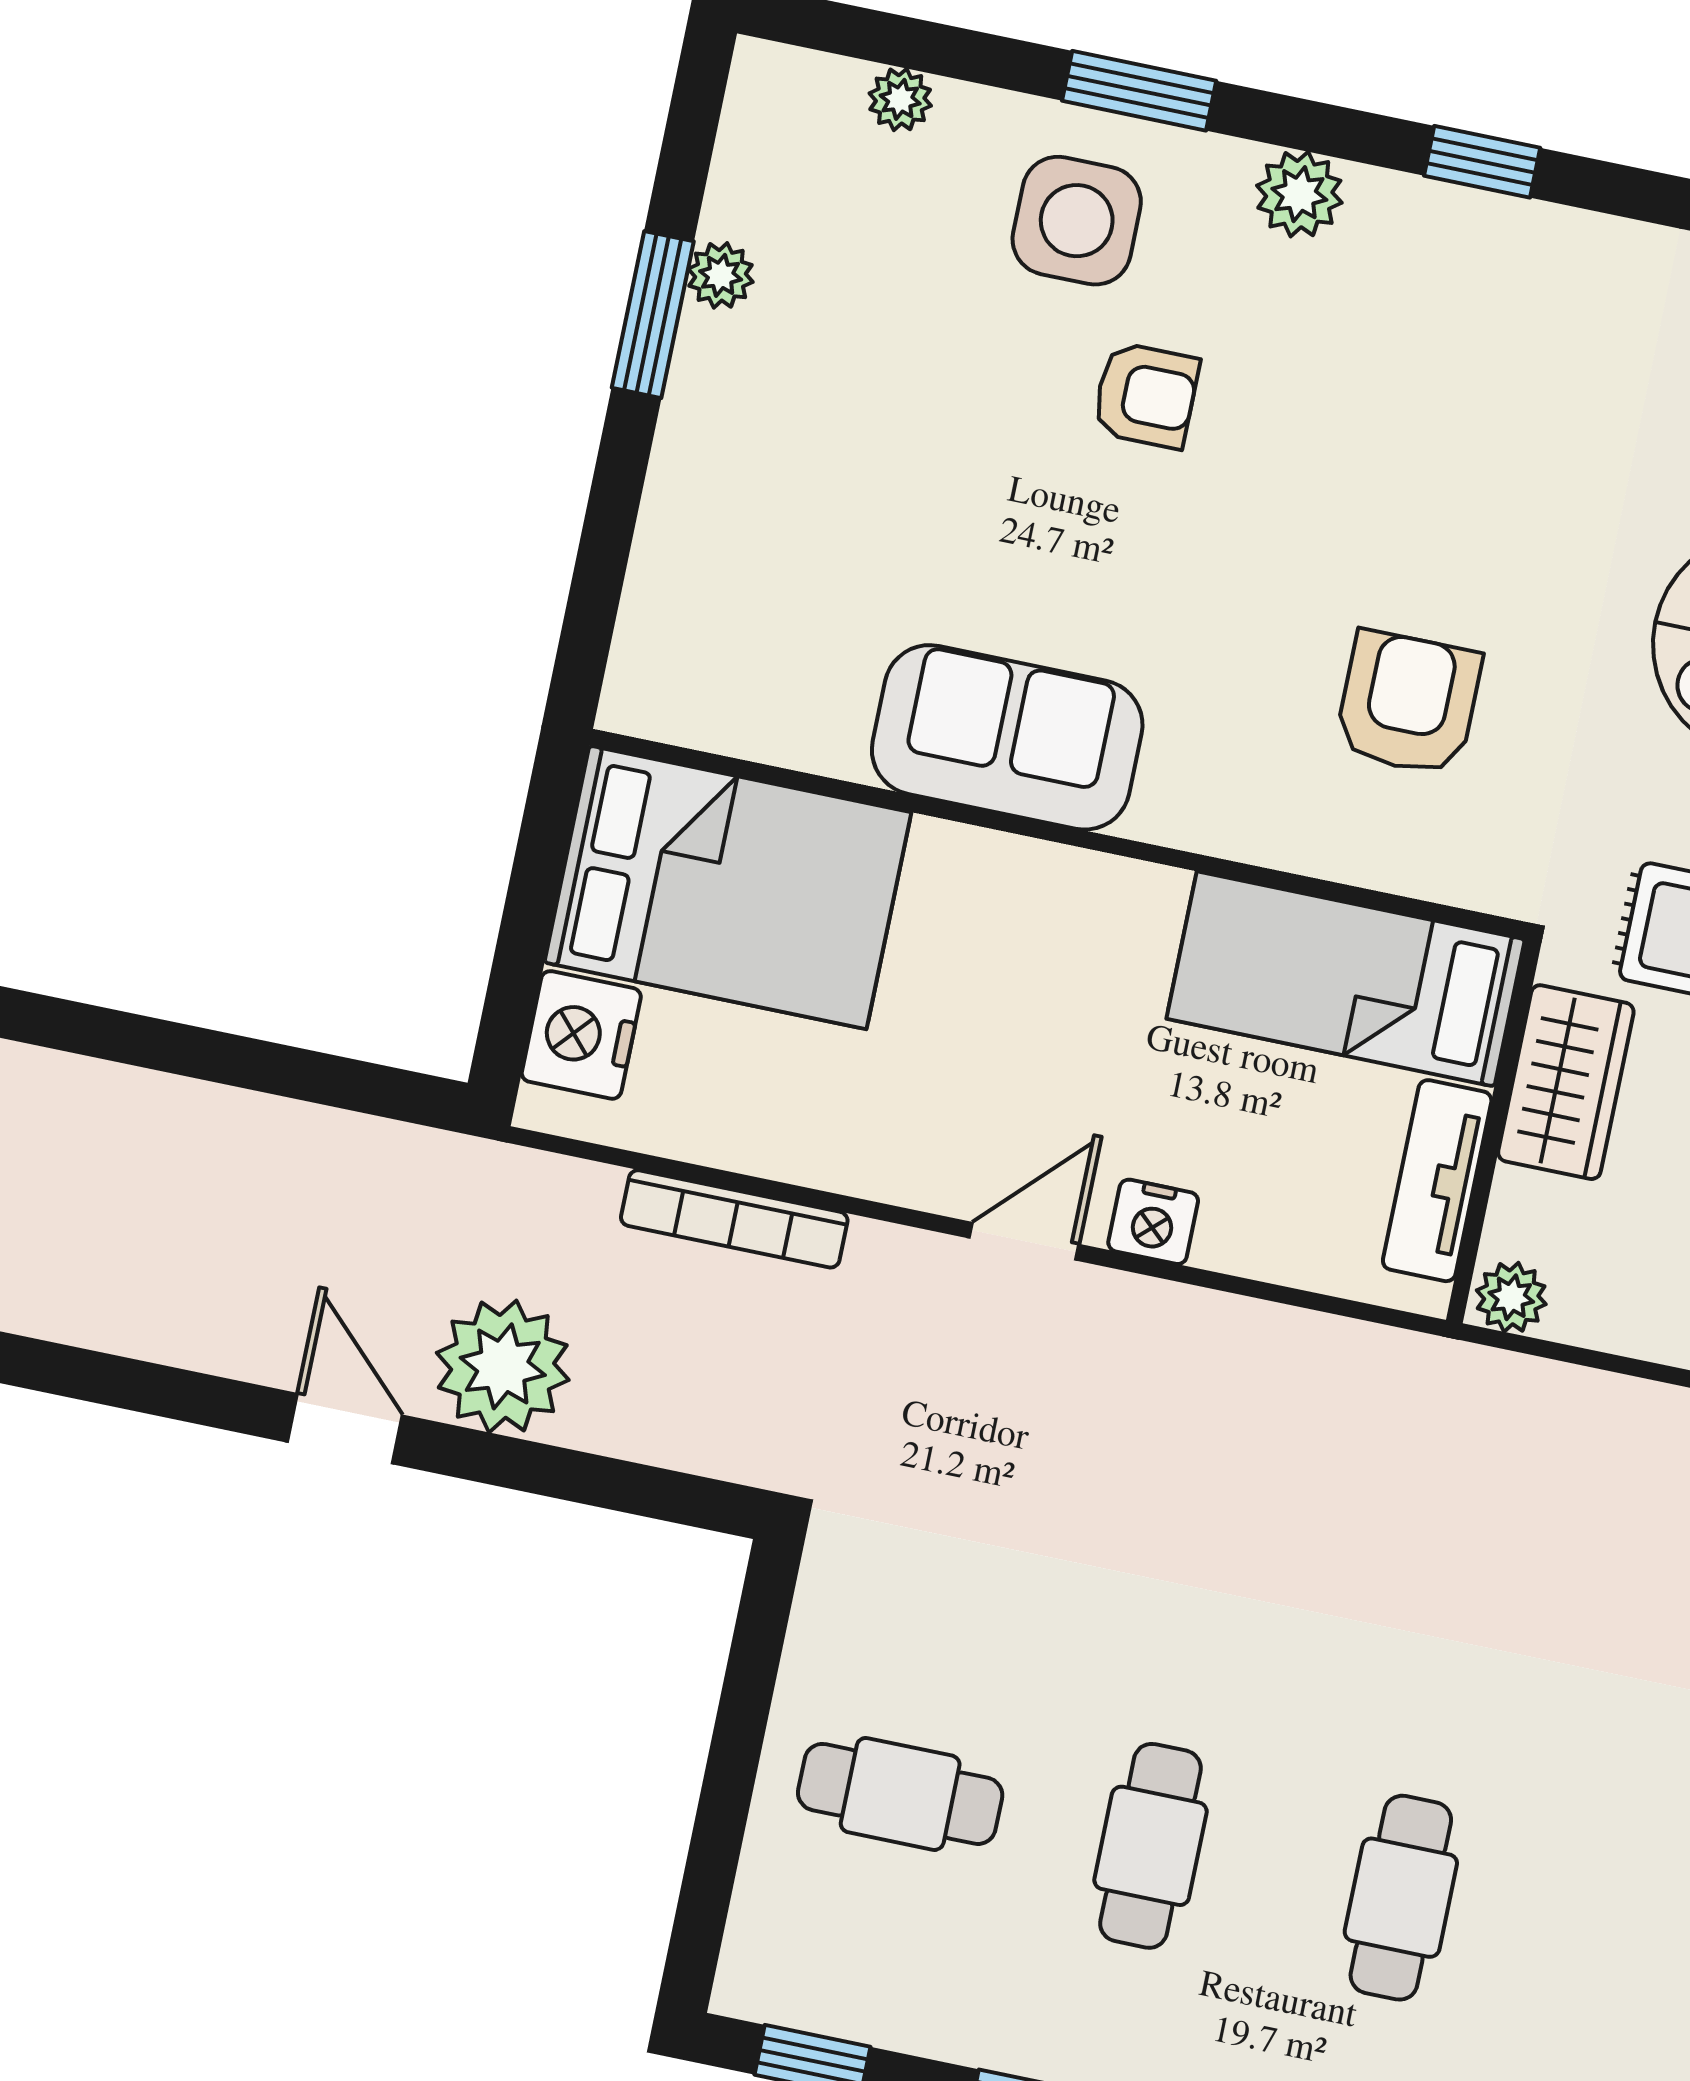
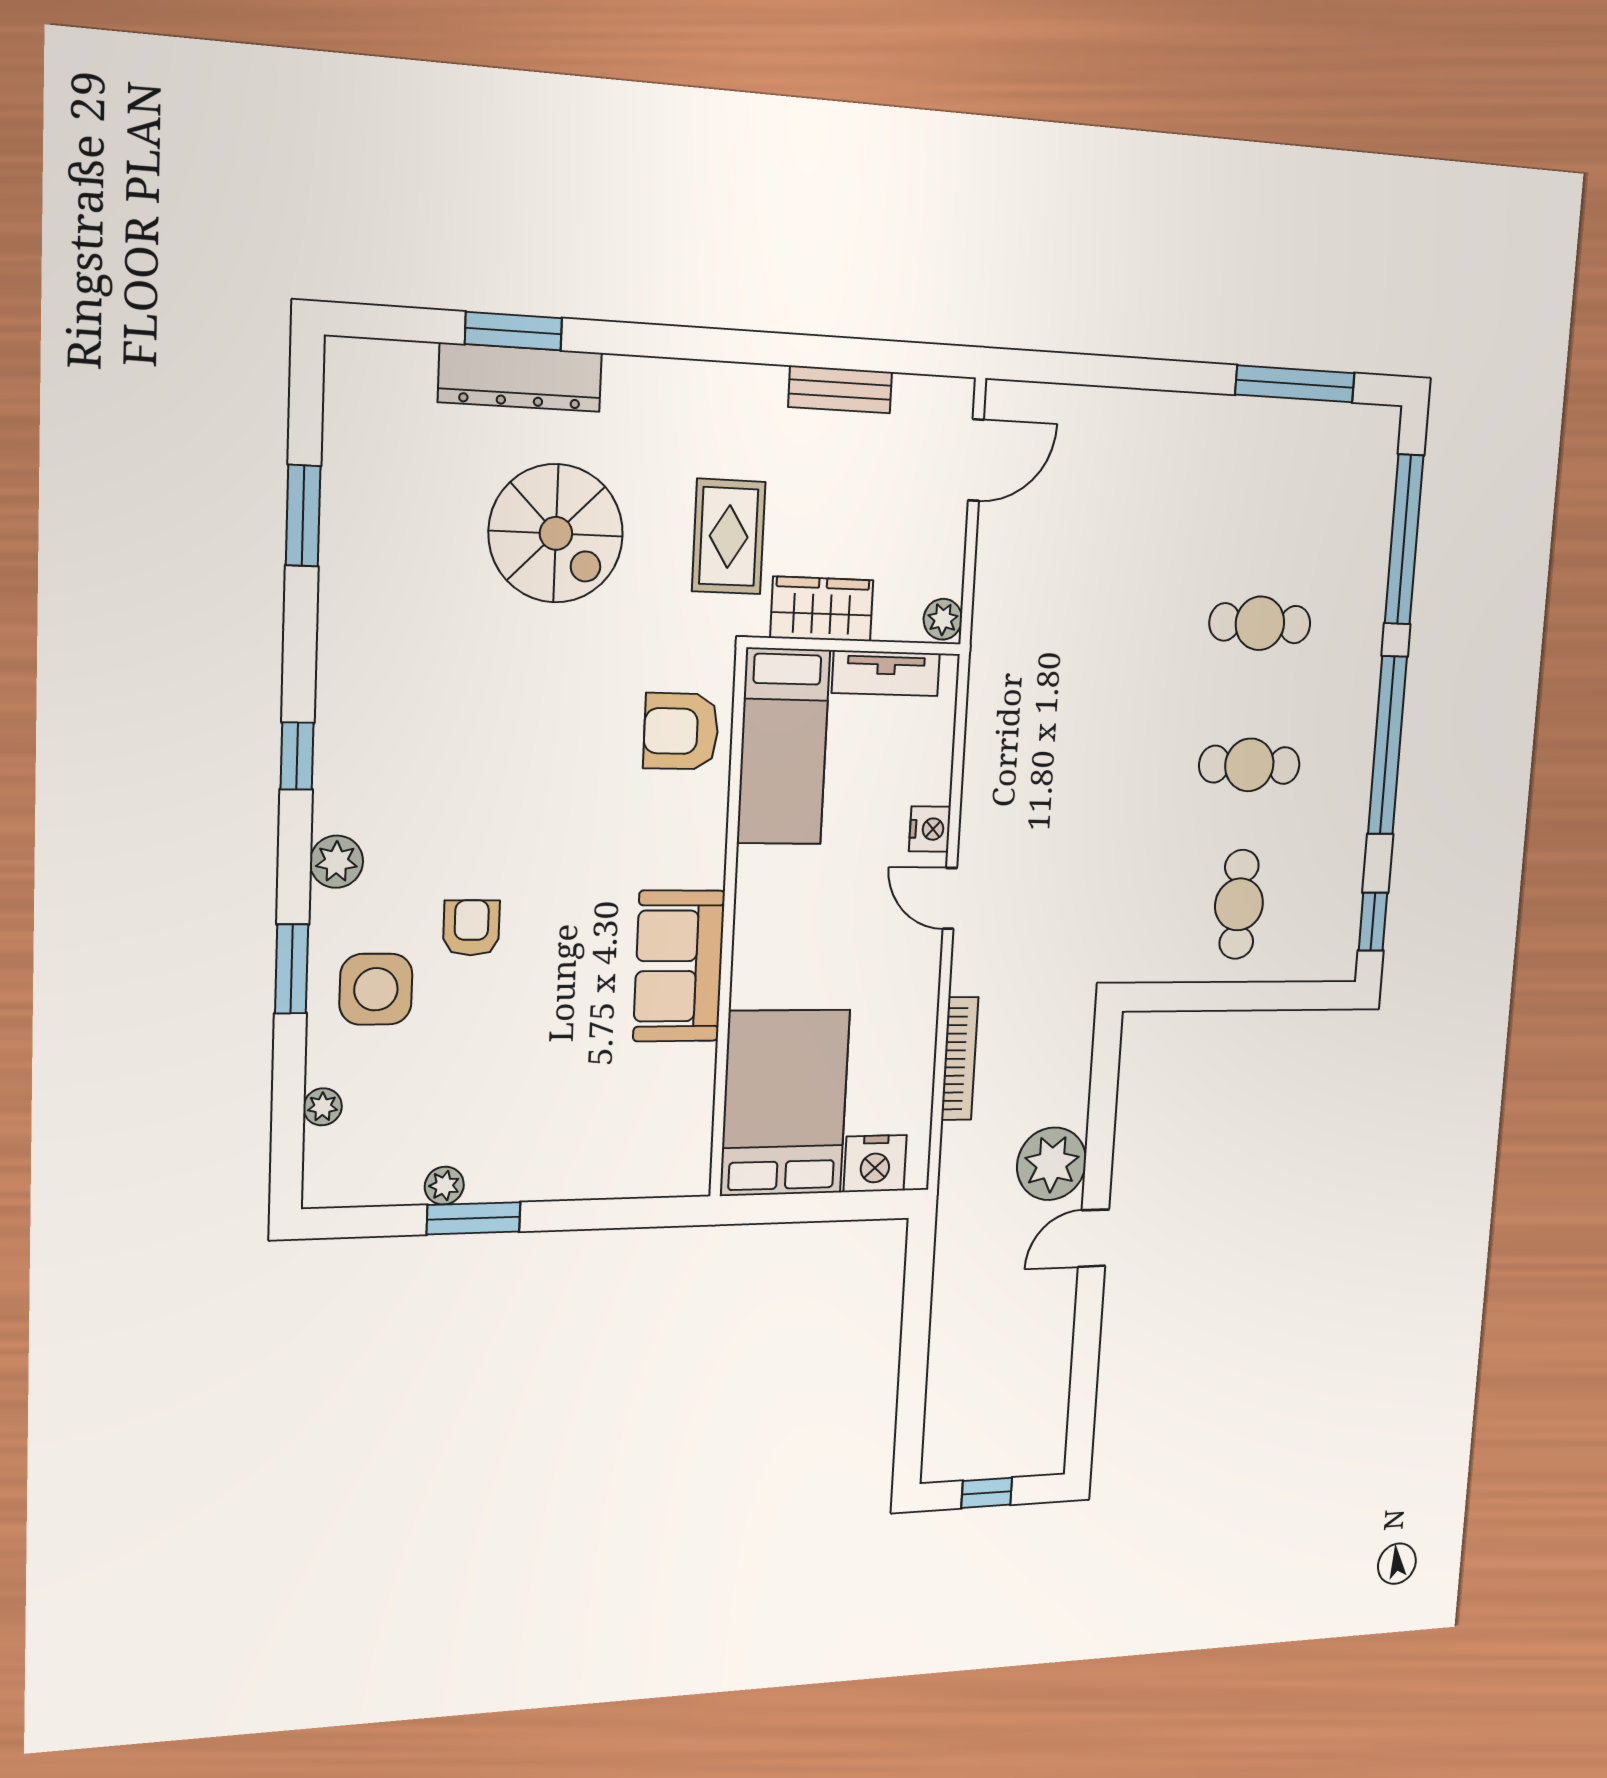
armchair: (1408, 703) -> (681, 731), moved

